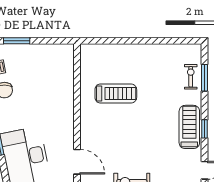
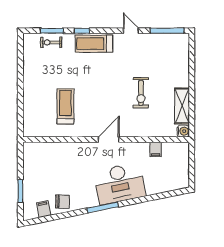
window: (204, 129) -> (82, 31), moved
door: (77, 162) -> (109, 140), moved

